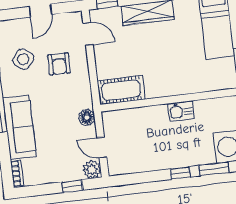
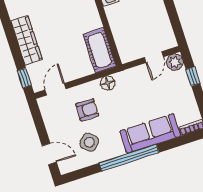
door: (41, 11) -> (49, 154), moved
floor lamp: (87, 117) -> (108, 83), moved

